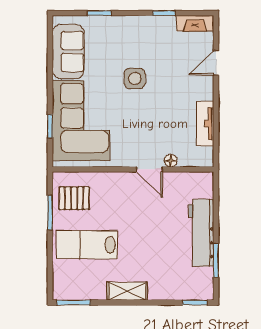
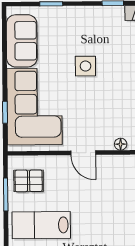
door: (150, 169) -> (83, 153), moved

